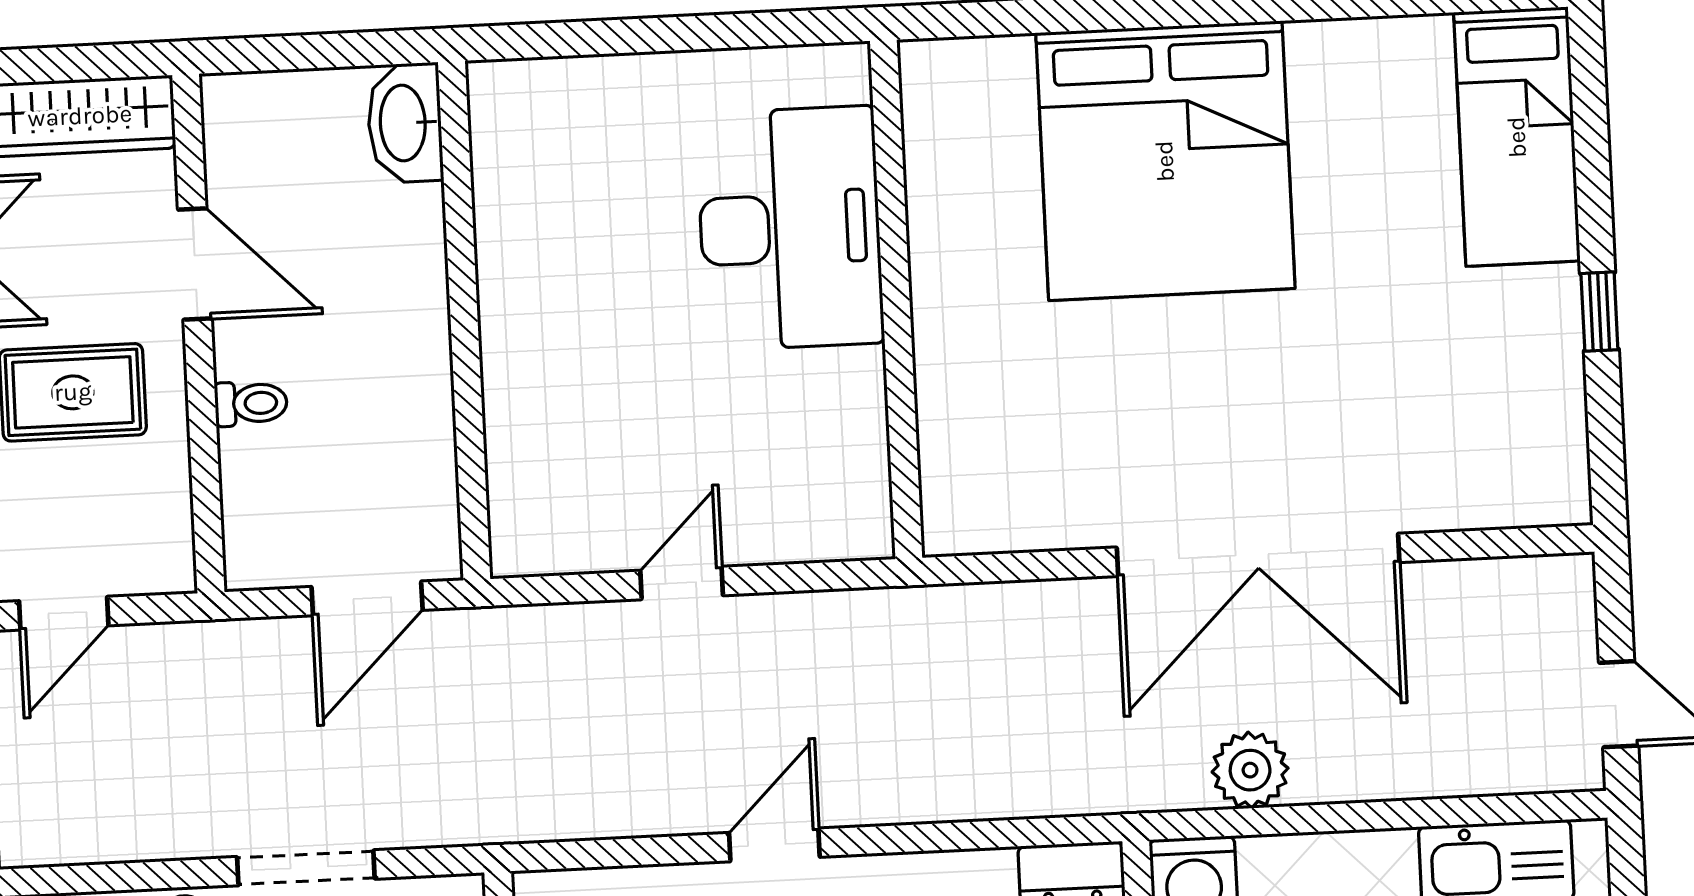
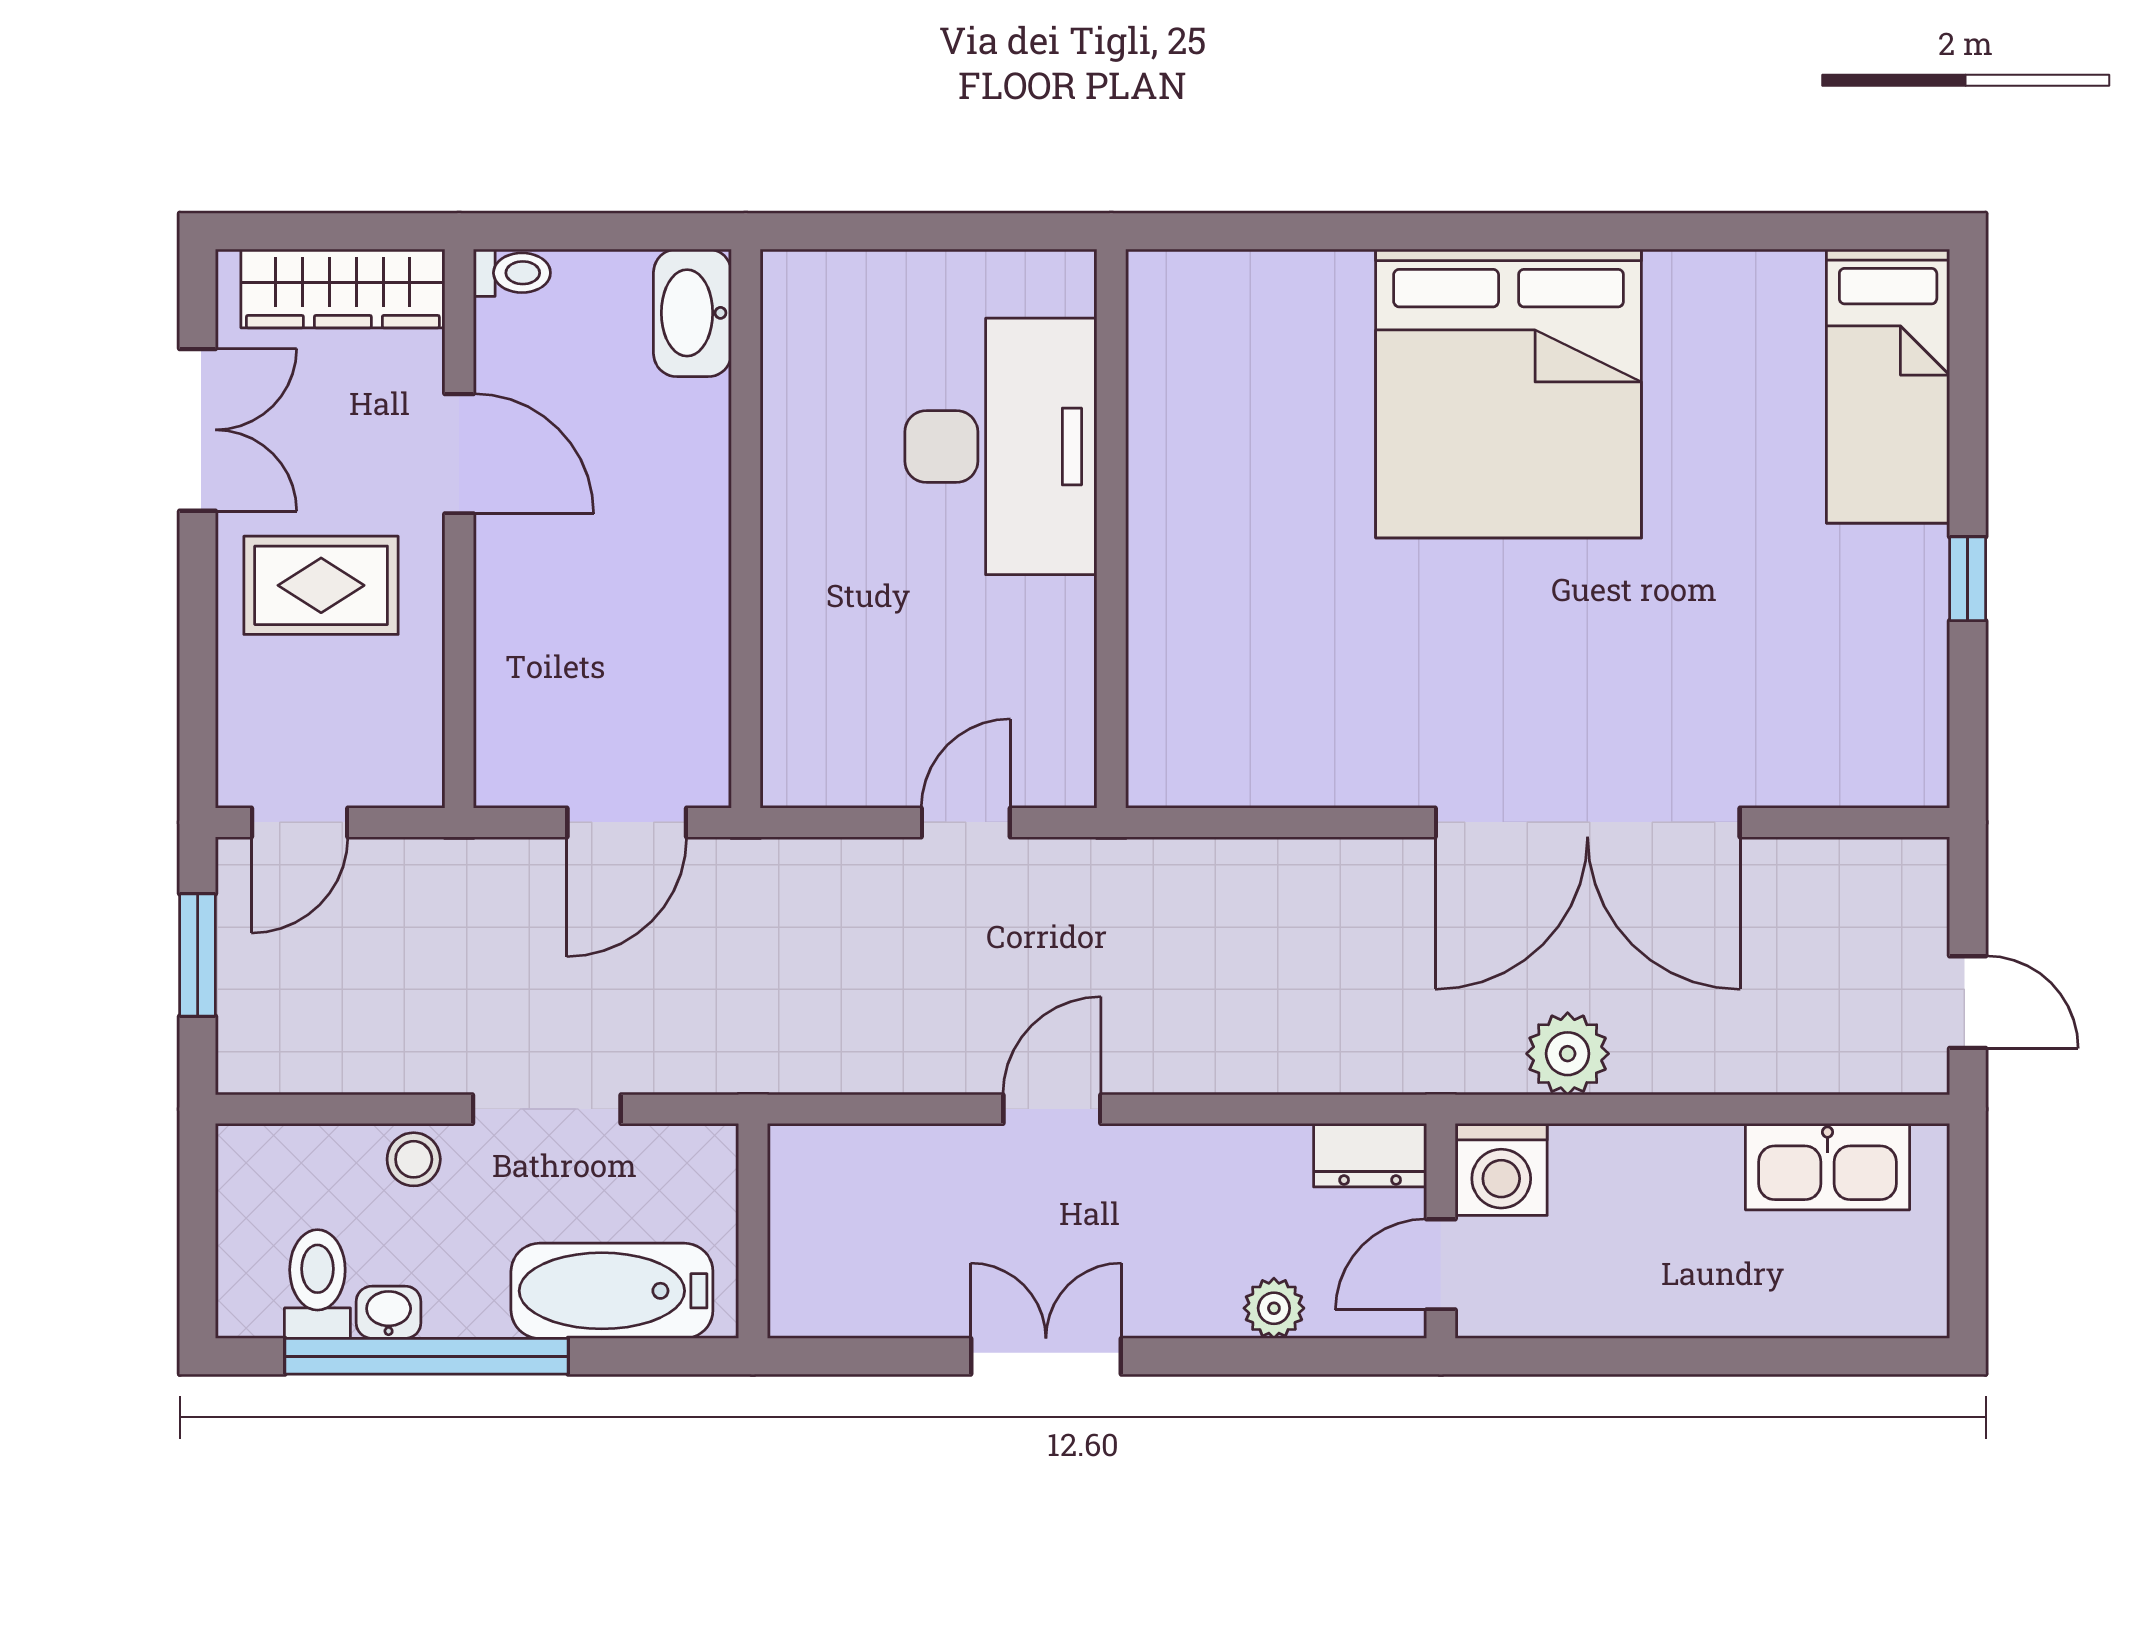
desk: (790, 228) -> (1001, 446), moved
wall: (896, 299) -> (1111, 529), moved
toilet: (251, 403) -> (512, 273), moved

